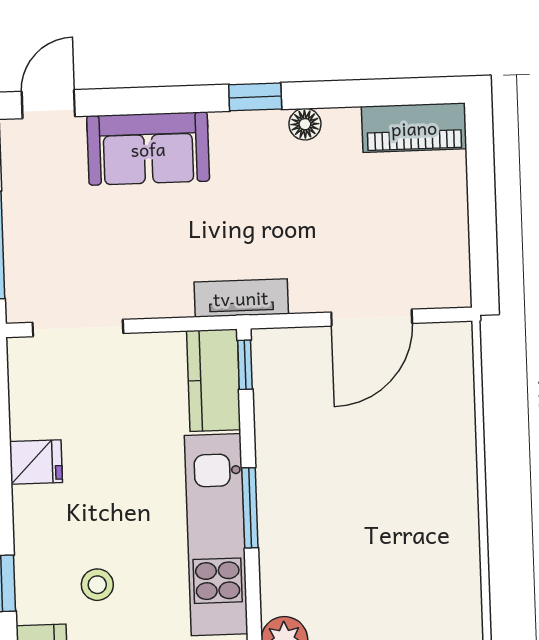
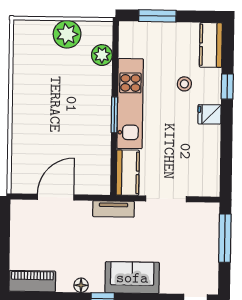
sofa: (148, 149) -> (132, 278), moved
doorway: (78, 328) -> (166, 199), moved
window: (245, 365) -> (113, 179), removed
fridge: (36, 462) -> (209, 114), moved

